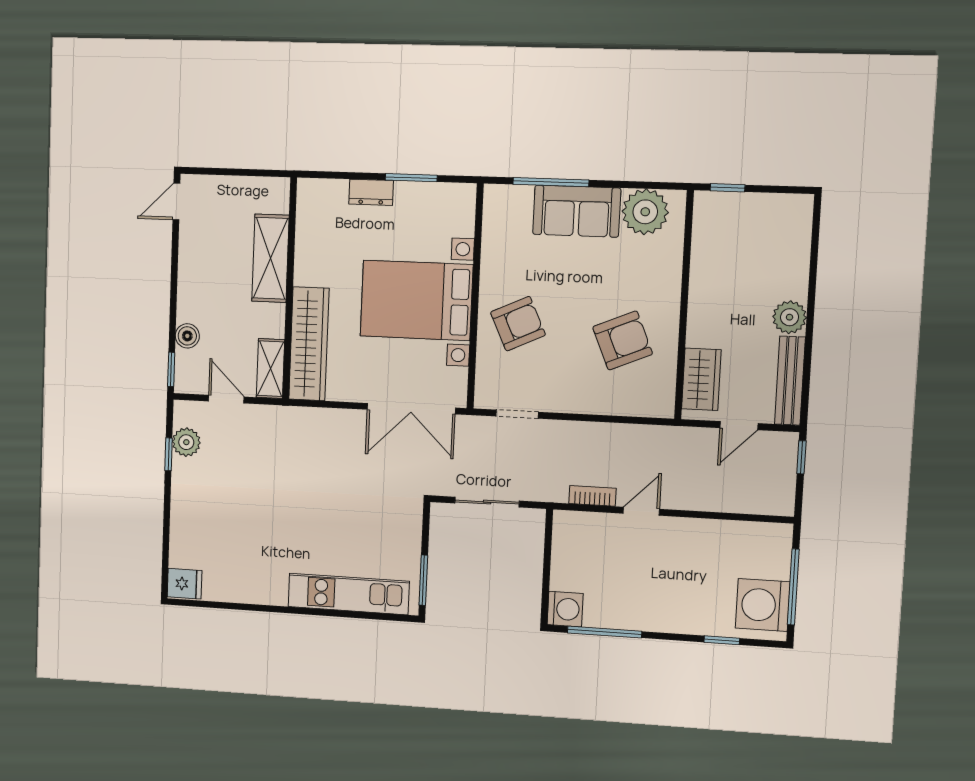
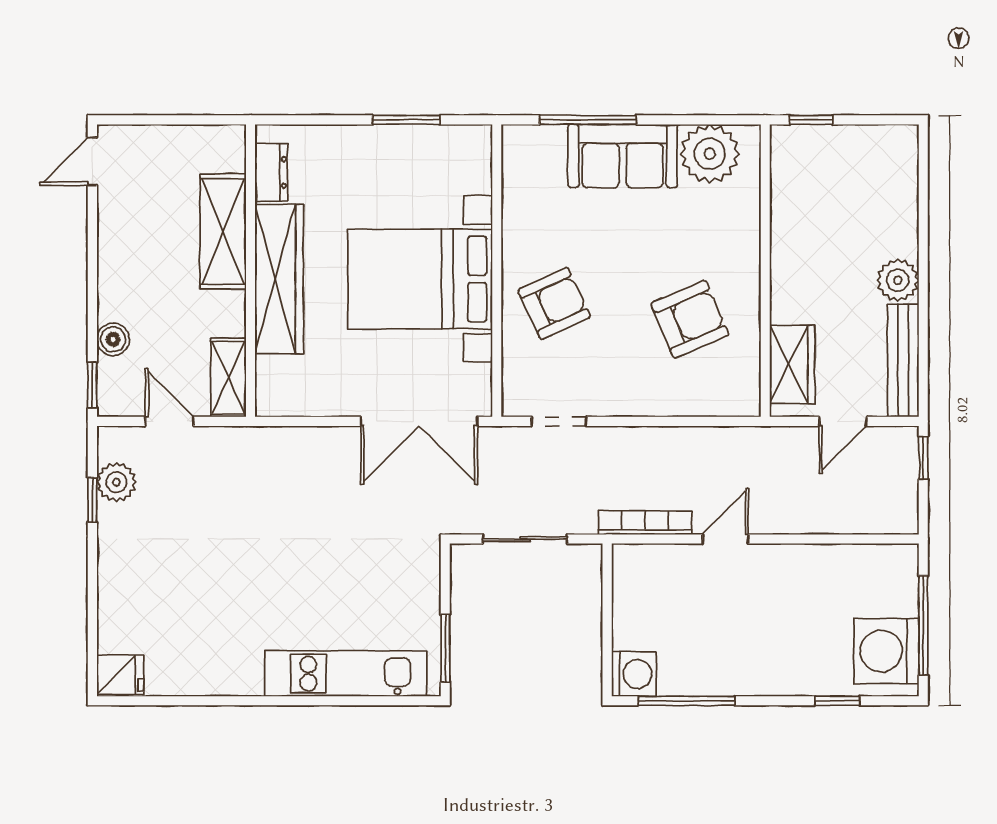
dresser: (371, 192) -> (271, 172), moved, turned -90
wardrobe: (309, 344) -> (279, 279), moved
bookcase: (593, 496) -> (645, 523), width x1.56

